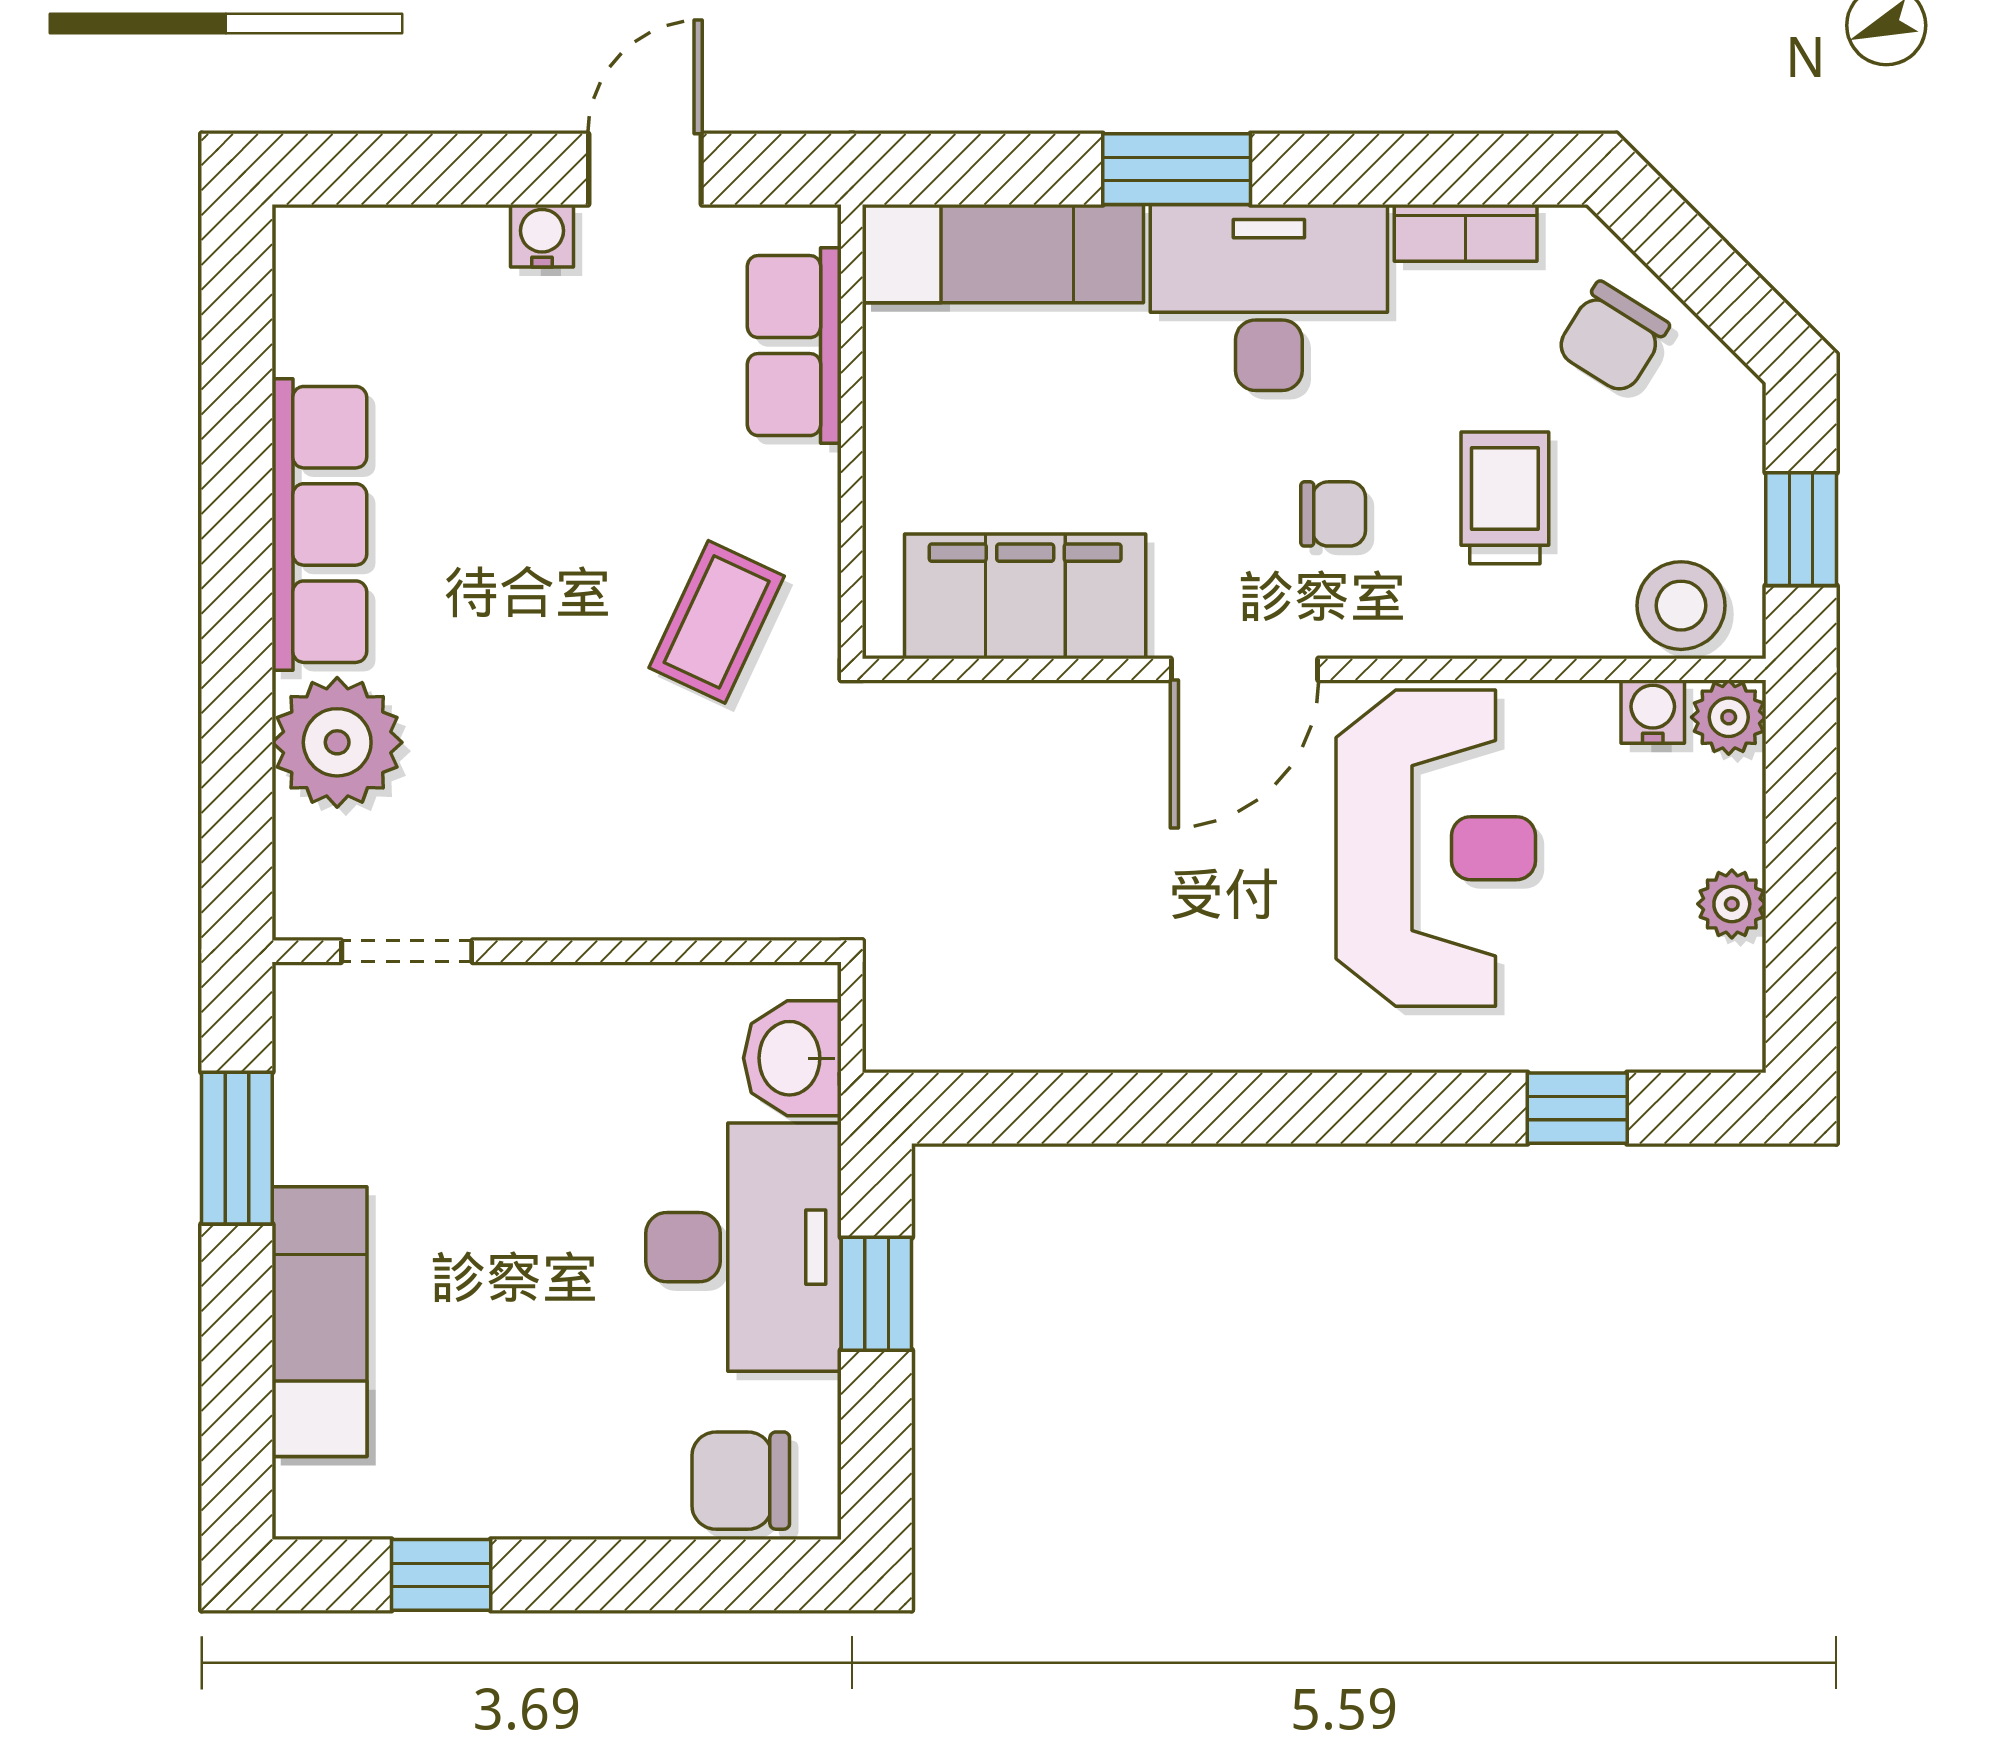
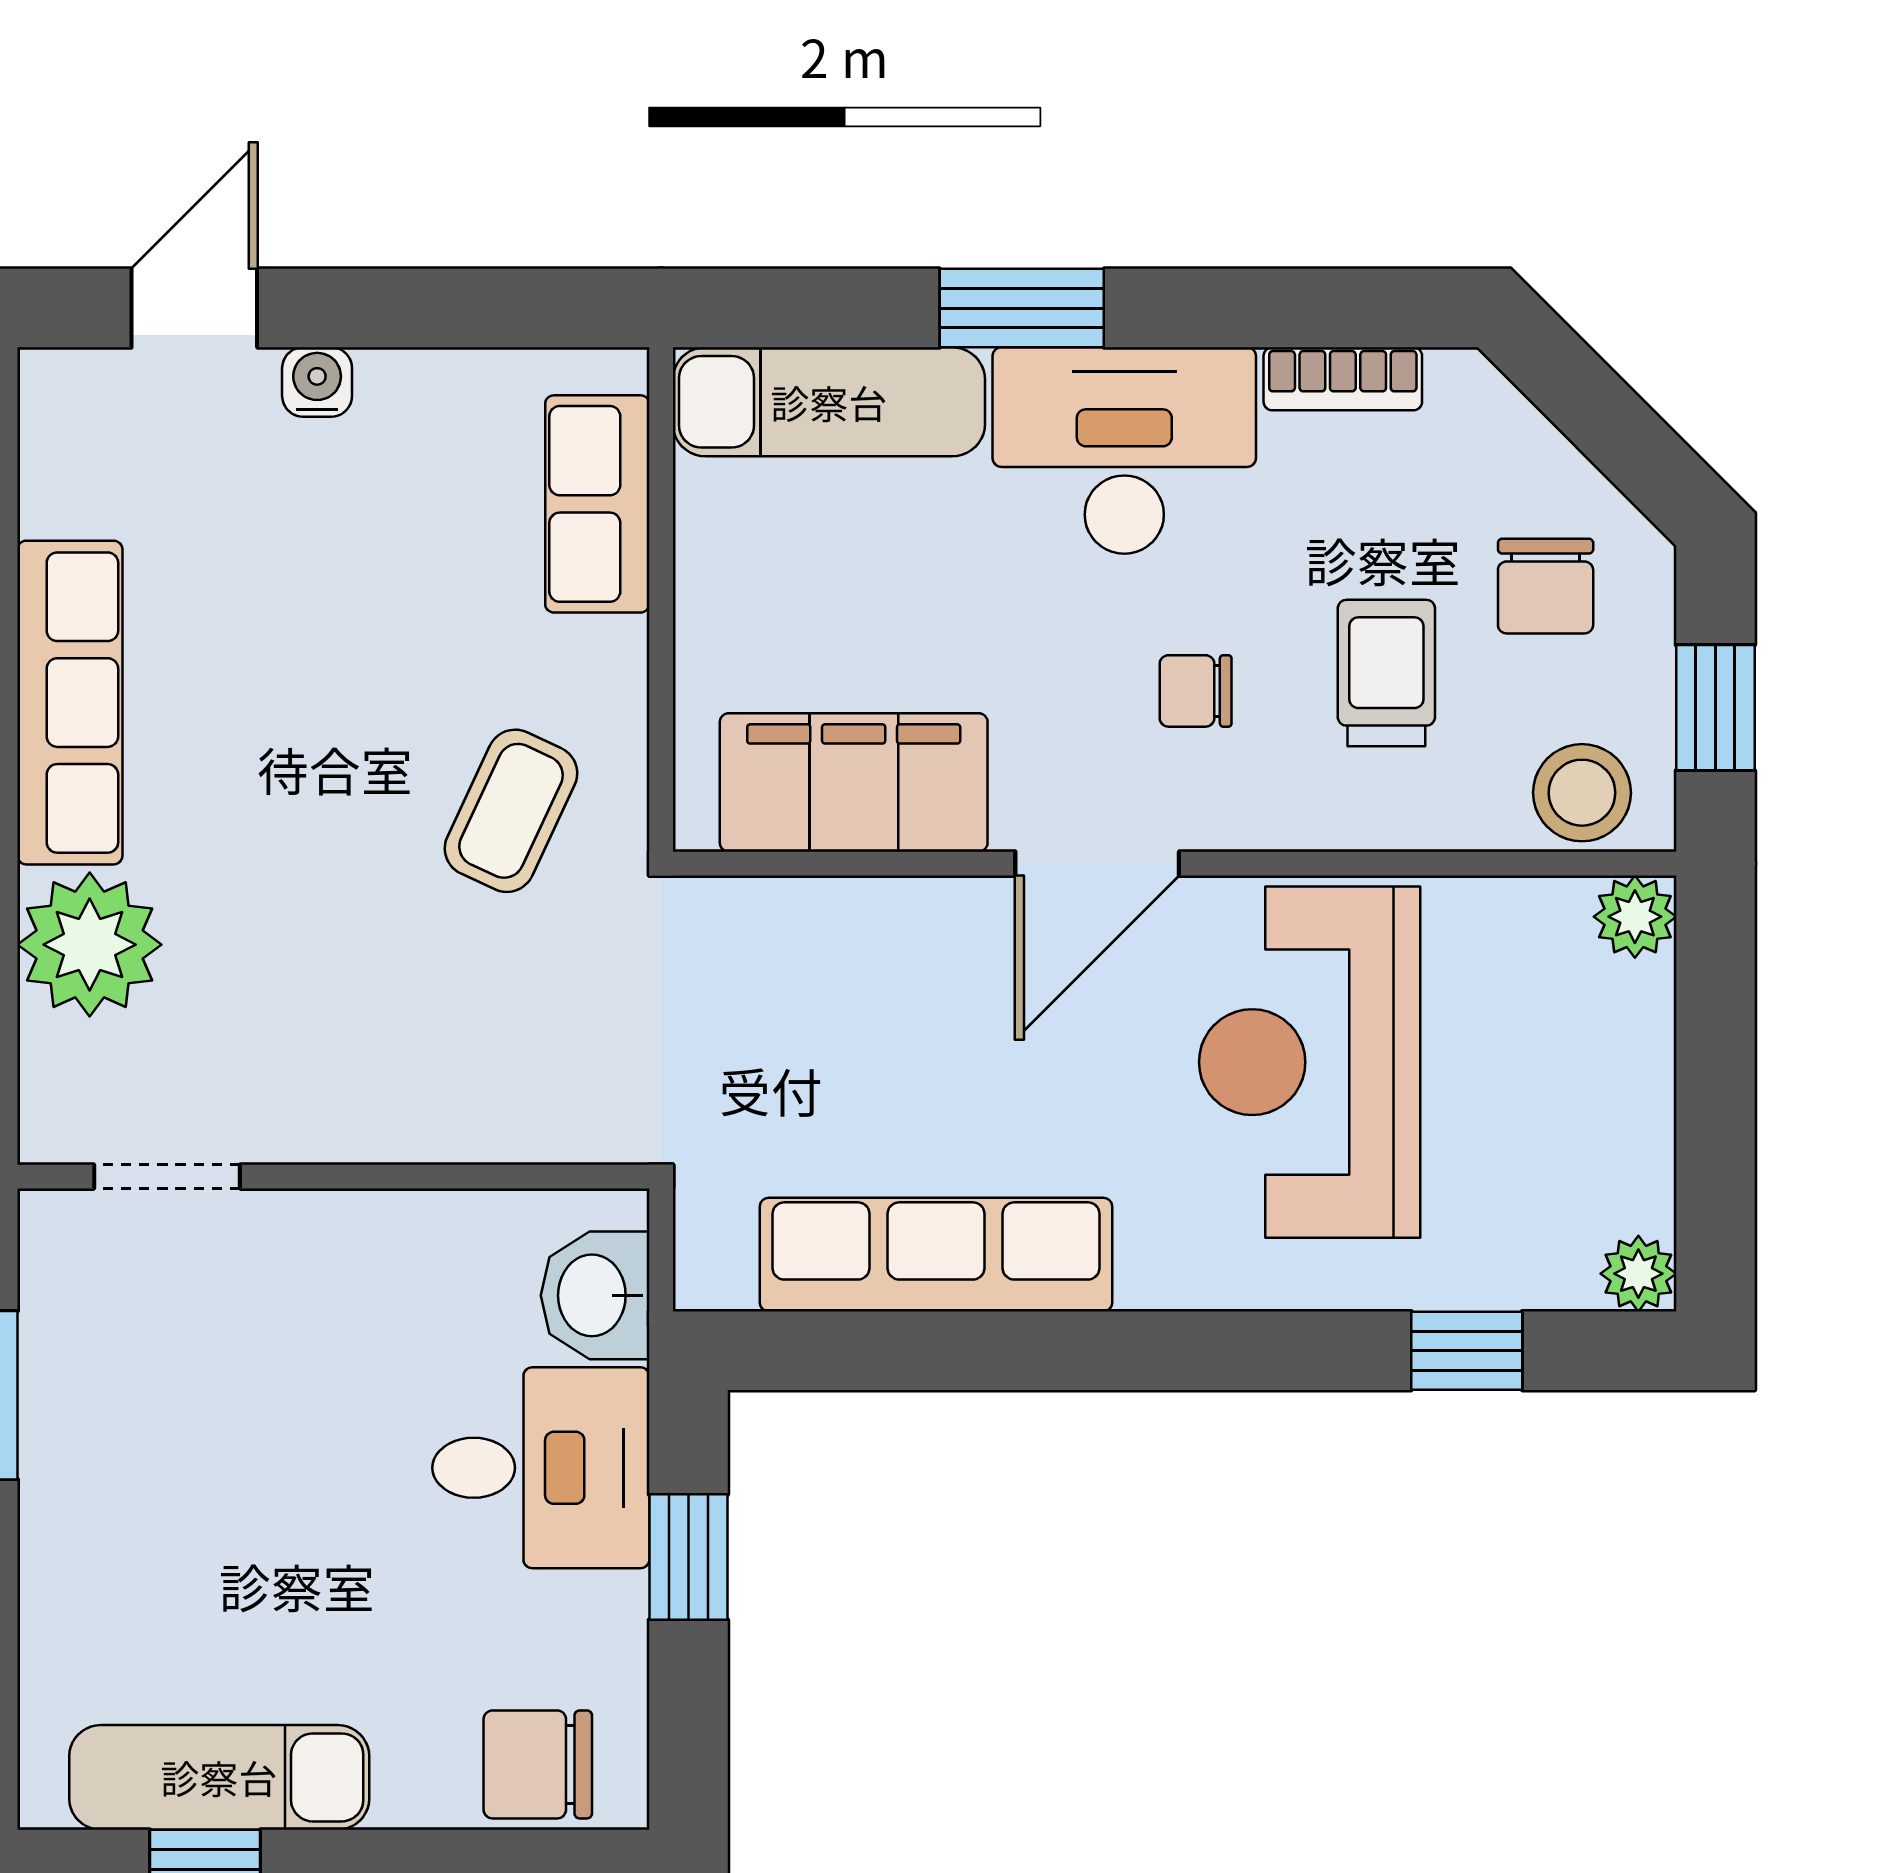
door: (645, 169) -> (194, 308), moved
chair: (1612, 338) -> (1546, 586), moved, turned -32
chair: (1333, 514) -> (1196, 691), turned 180
water cooler: (1653, 712) -> (1551, 910), removed
reception desk: (1436, 848) -> (1310, 1062), turned 180
plant: (1732, 904) -> (1638, 1274), moved
row of seats: (1099, 1022) -> (936, 1255), added
desk: (744, 1247) -> (541, 1468), width x0.73
exam couch: (319, 1322) -> (219, 1777), moved, turned -90

